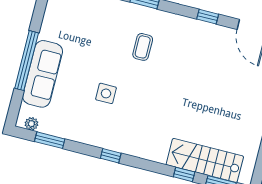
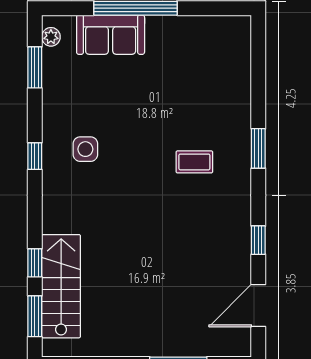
sofa: (43, 74) -> (111, 35), width x0.73
side table: (106, 93) -> (85, 149), moved

